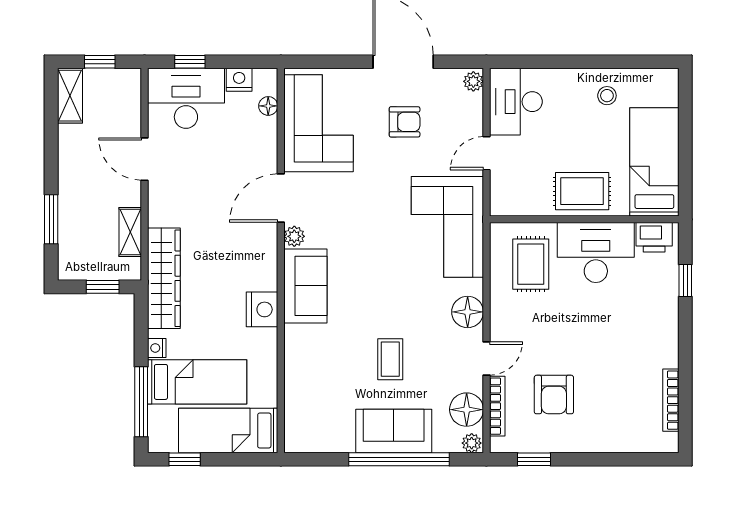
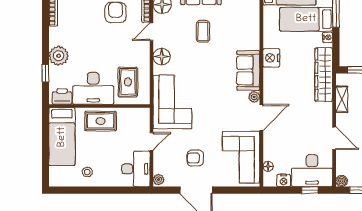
boiler: (131, 79) -> (341, 181), added
plant: (661, 313) -> (59, 56), added

